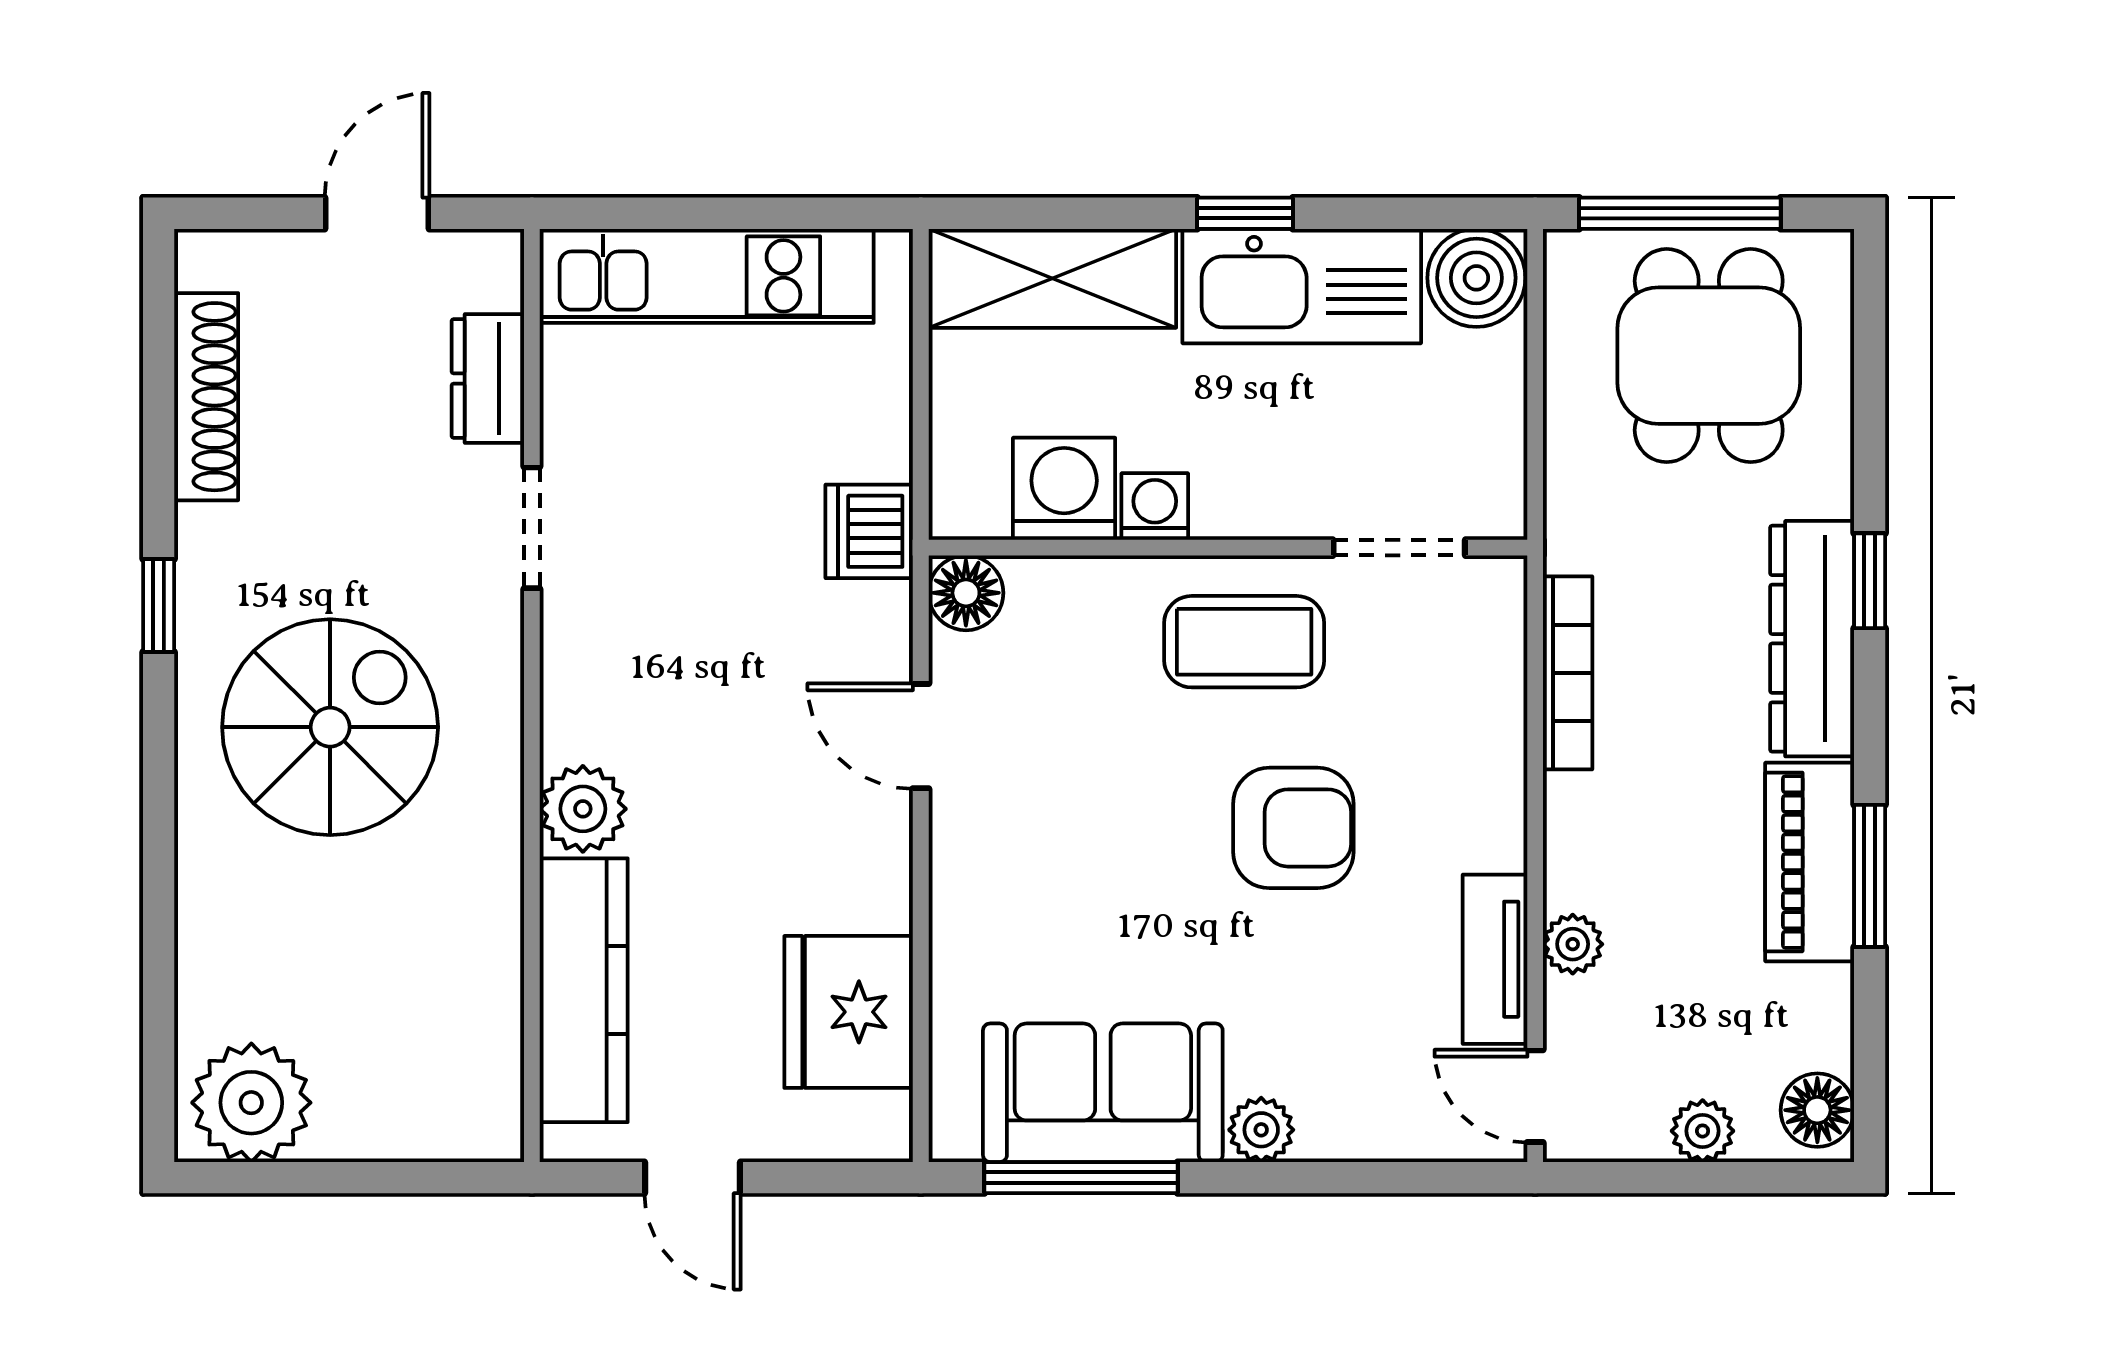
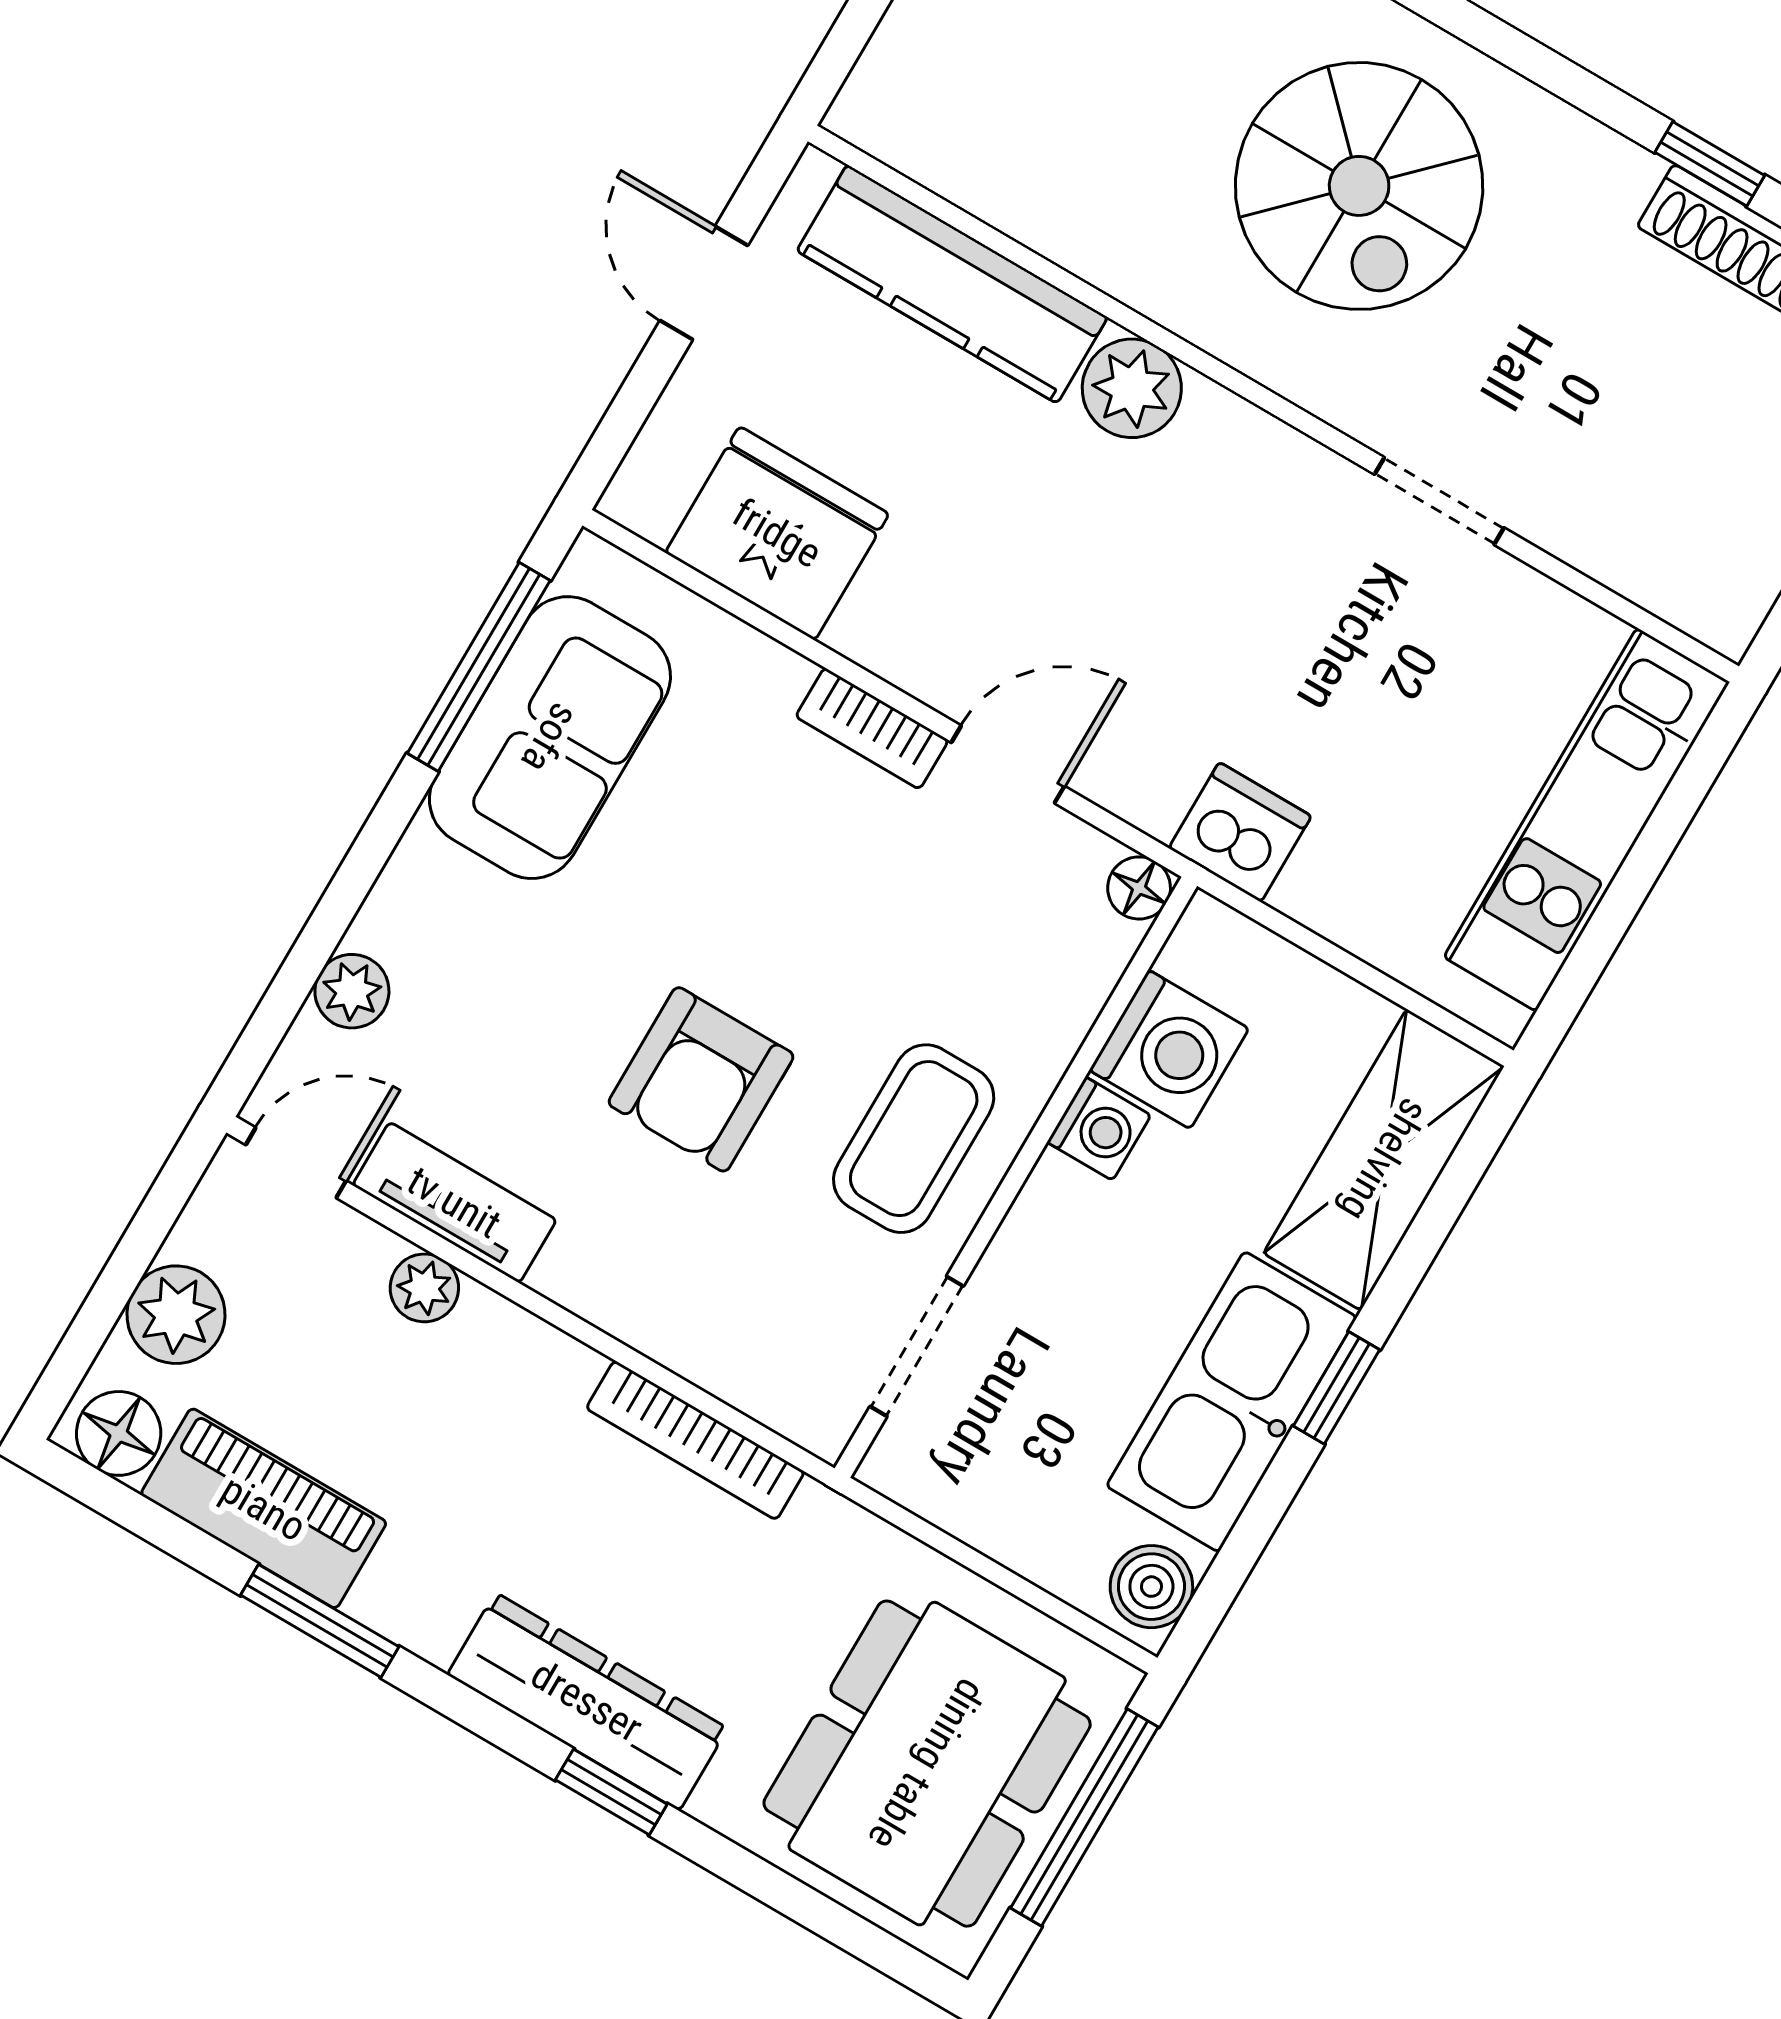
boiler: (1476, 278) -> (1151, 1587), width x0.73, depth x0.73
dining table: (1709, 356) -> (927, 1764), width x1.38
dresser: (488, 378) -> (1612, 544), removed
floor lamp: (966, 593) -> (1139, 888), width x0.73, depth x0.73
window: (159, 606) -> (1710, 164), moved
bookcase: (954, 854) -> (872, 728), added
piano: (1810, 862) -> (264, 1508), moved
plant: (1261, 1130) -> (352, 991), moved
plant: (1703, 1131) -> (176, 1315), width x1.38, depth x1.38
door: (693, 1178) -> (704, 283), hinge flipped

